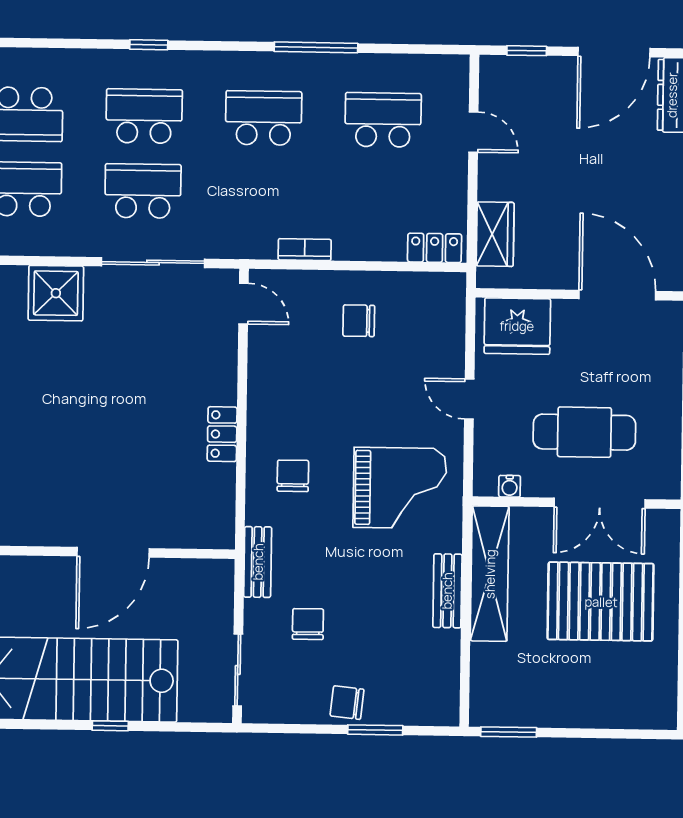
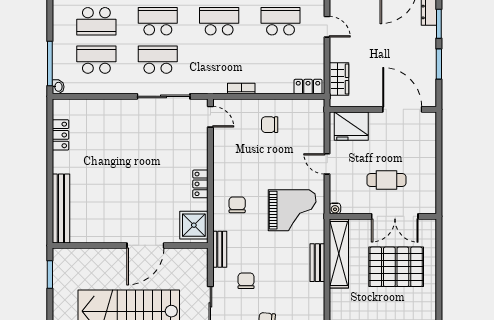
shower: (56, 293) -> (194, 225), moved
cafe table: (584, 432) -> (386, 180), width x0.73, depth x0.74
water cooler: (510, 486) -> (335, 208), moved

